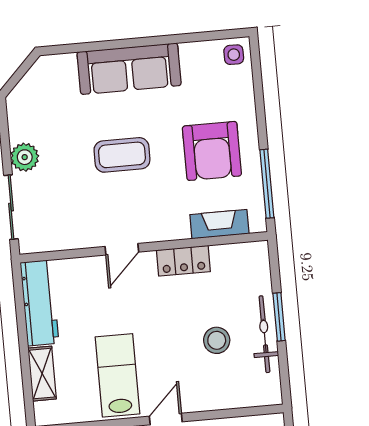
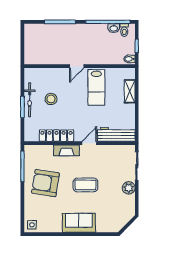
sofa: (129, 69) -> (79, 223), width x0.73
armchair: (212, 151) -> (45, 183), turned -81
fireplace: (219, 224) -> (67, 150), moved
locker: (183, 261) -> (56, 136), width x1.53
workbench: (40, 303) -> (116, 134), moved, turned 90

